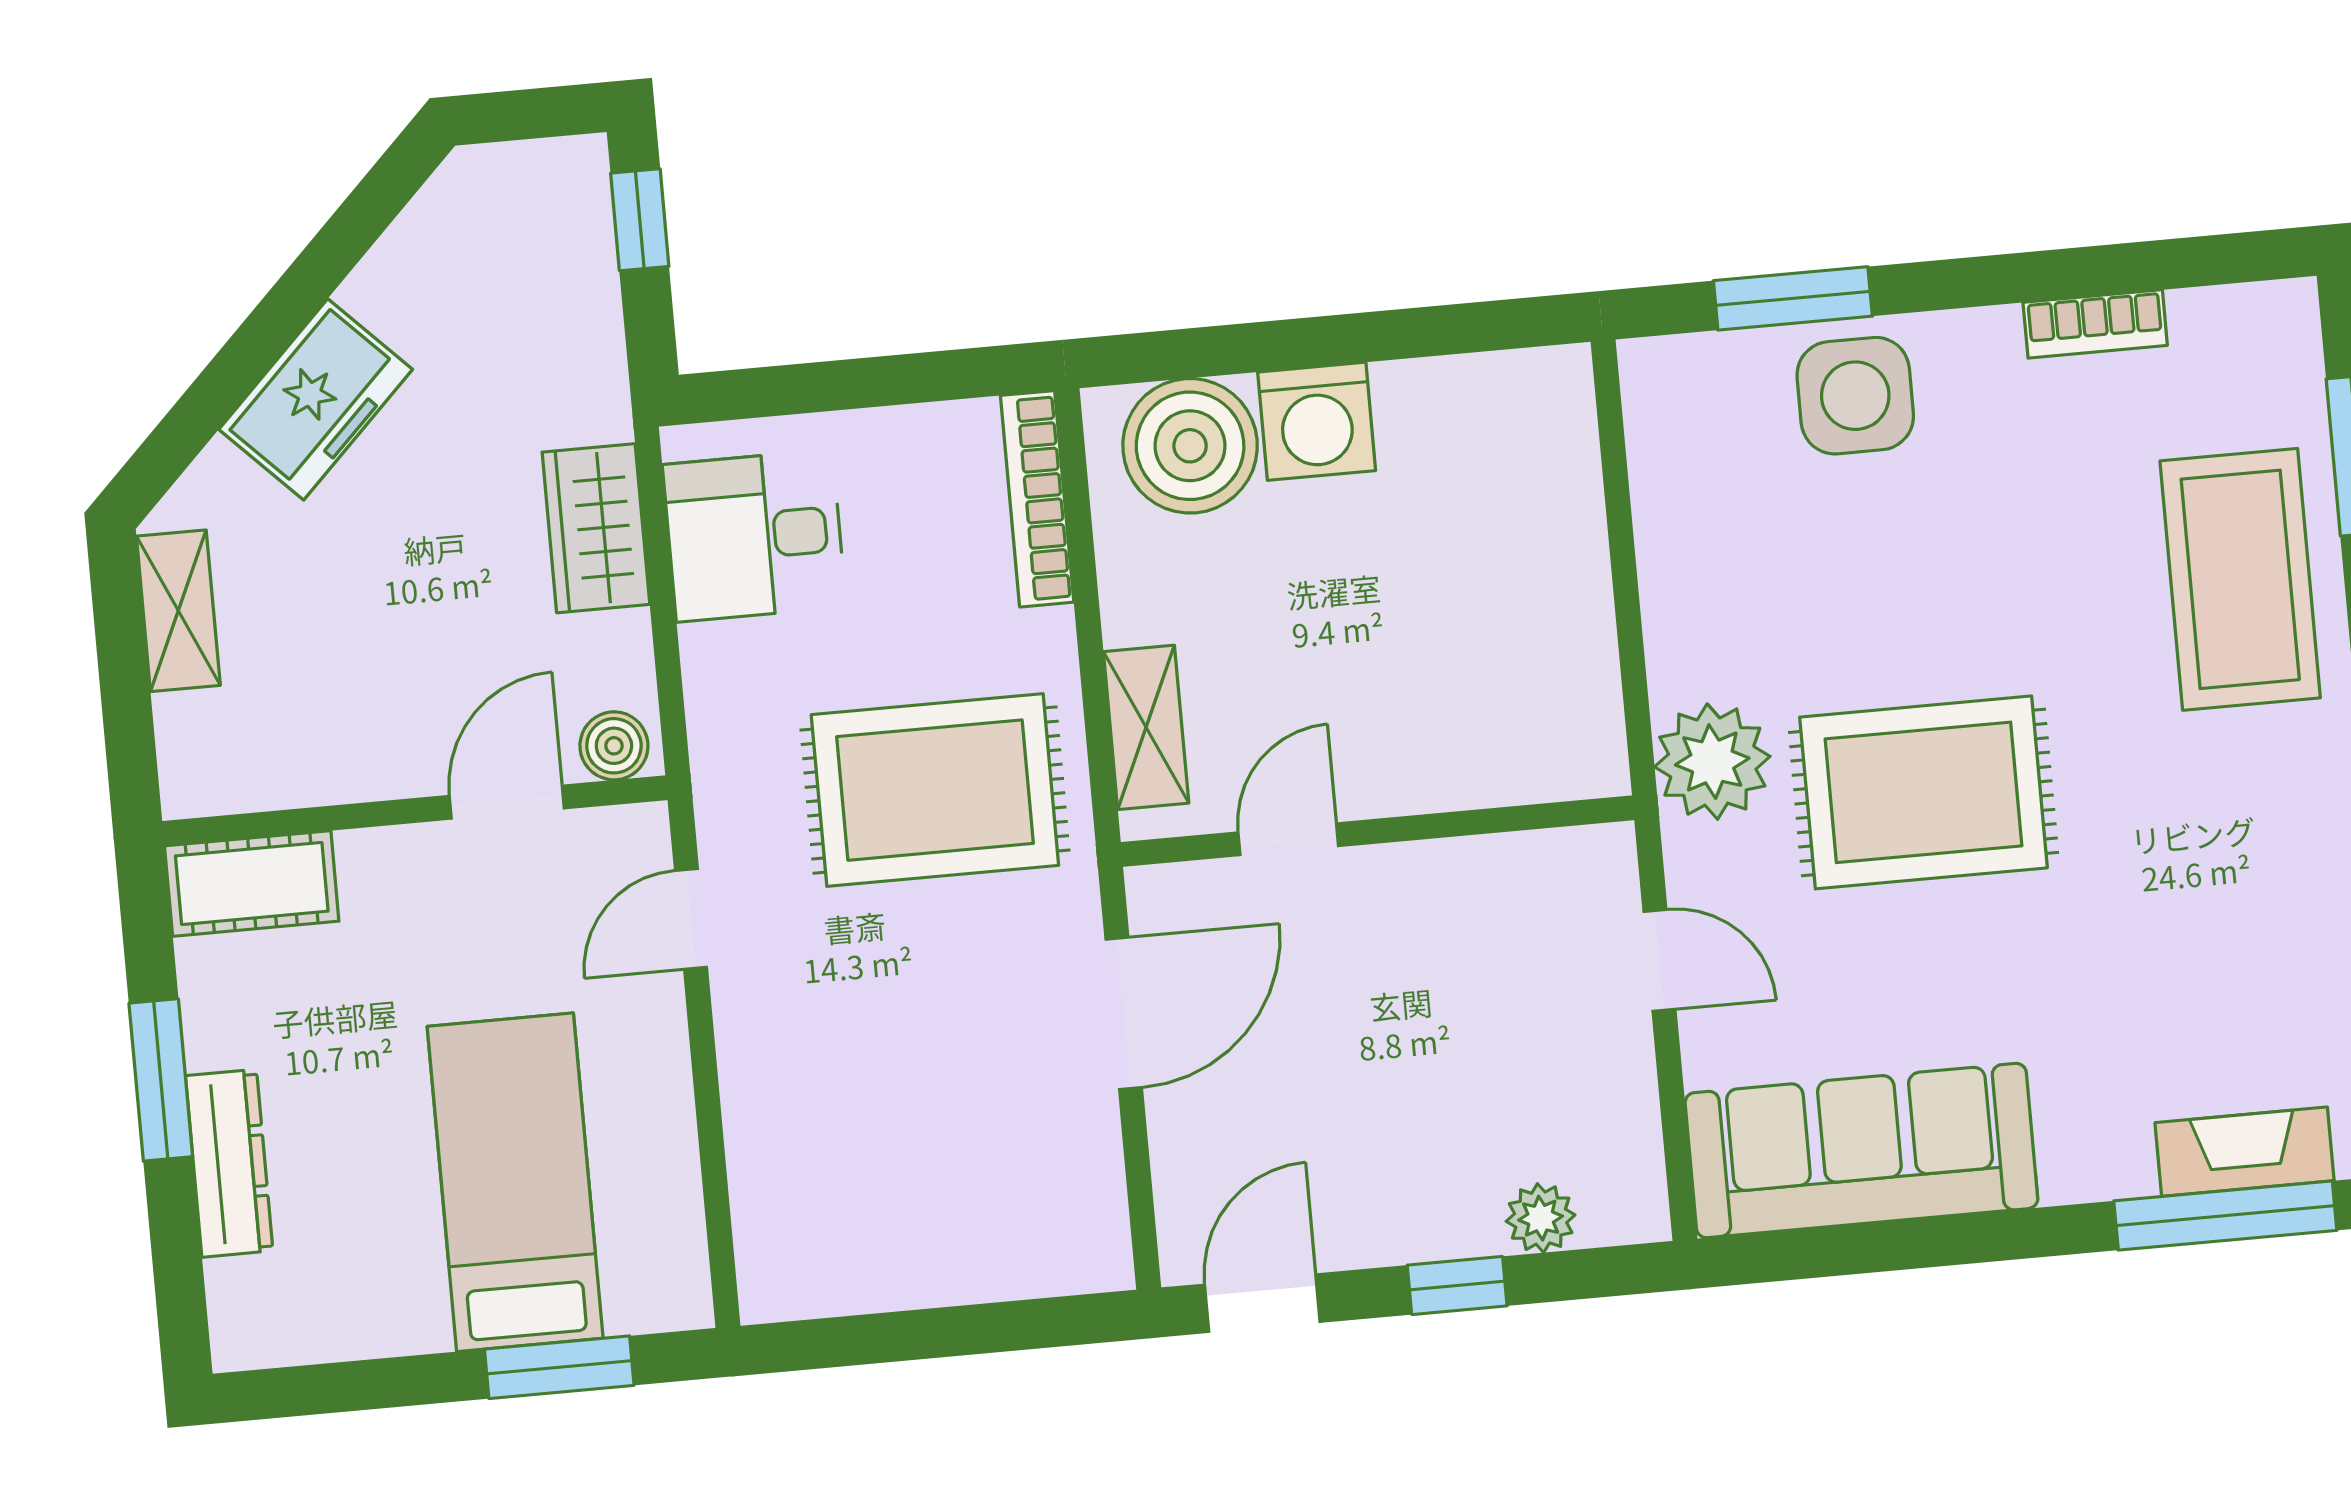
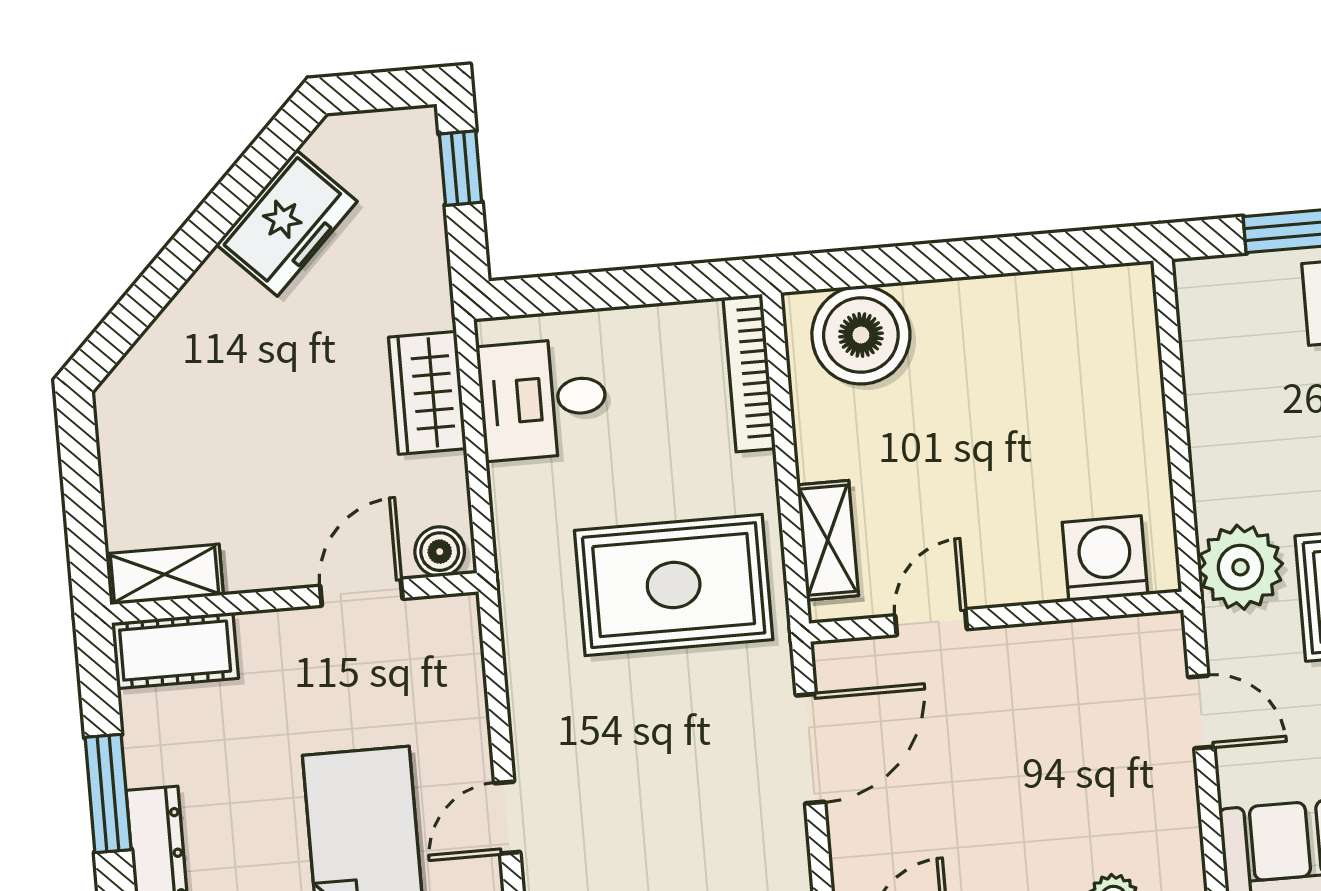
freezer: (316, 399) -> (287, 223), moved
washing machine: (1317, 421) -> (1105, 558), moved, turned 180
shelving: (178, 611) -> (165, 574), moved, turned 90
door: (691, 919) -> (507, 818), moved

